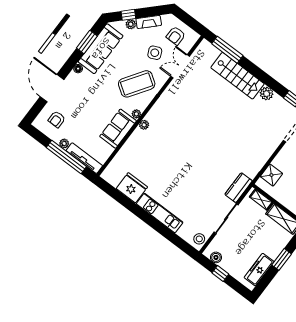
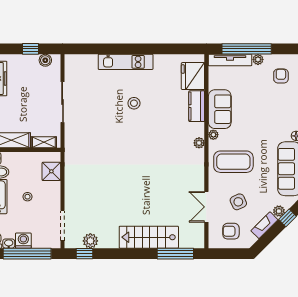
armchair: (176, 36) -> (231, 231), turned -90
double door: (180, 66) -> (206, 207), swing flipped
coffee table: (137, 84) -> (233, 162), turned 56
plant: (267, 94) -> (90, 241), moved
plant: (144, 125) -> (199, 143), moved
fridge: (132, 188) -> (193, 76), moved, turned 90
kitchen counter: (239, 188) -> (197, 106), moved, turned 180
stool: (199, 239) -> (134, 103), moved

